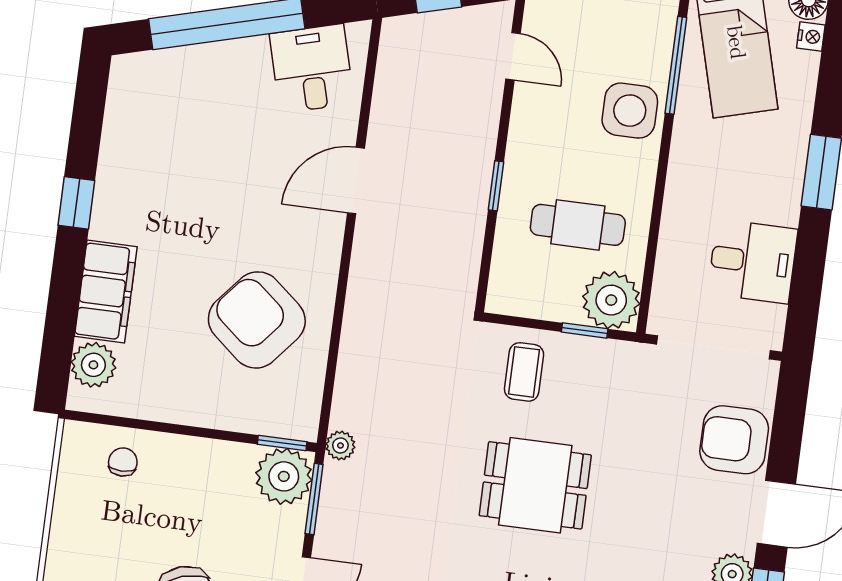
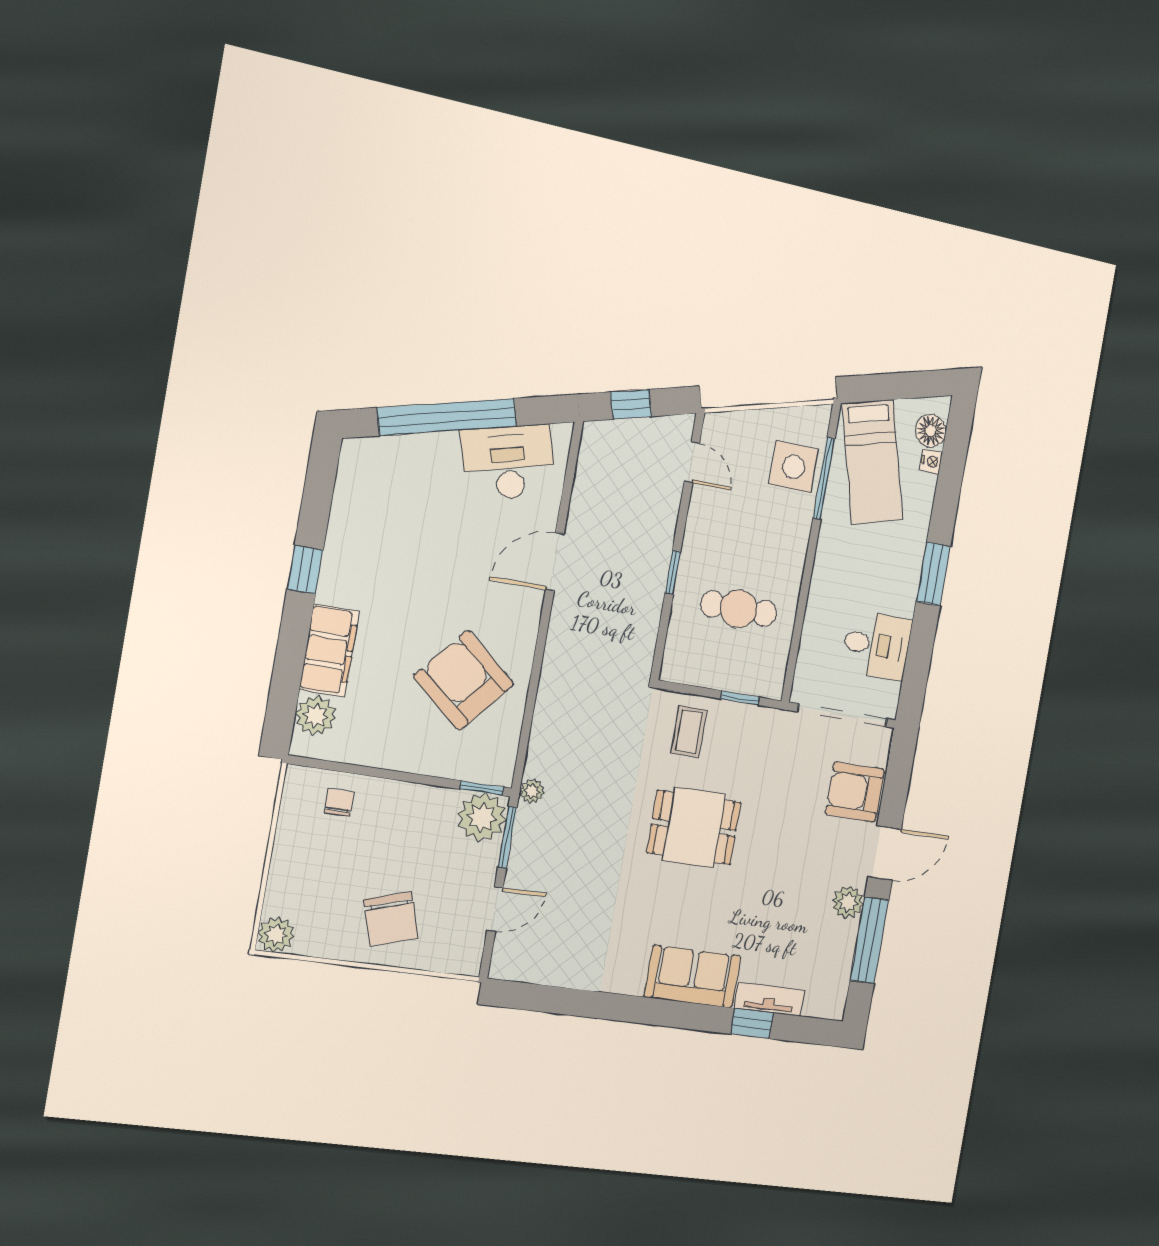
desk: (312, 68) -> (508, 463), width x1.37
side table: (630, 111) -> (794, 467), moved
plant: (611, 300) -> (763, 673), removed

